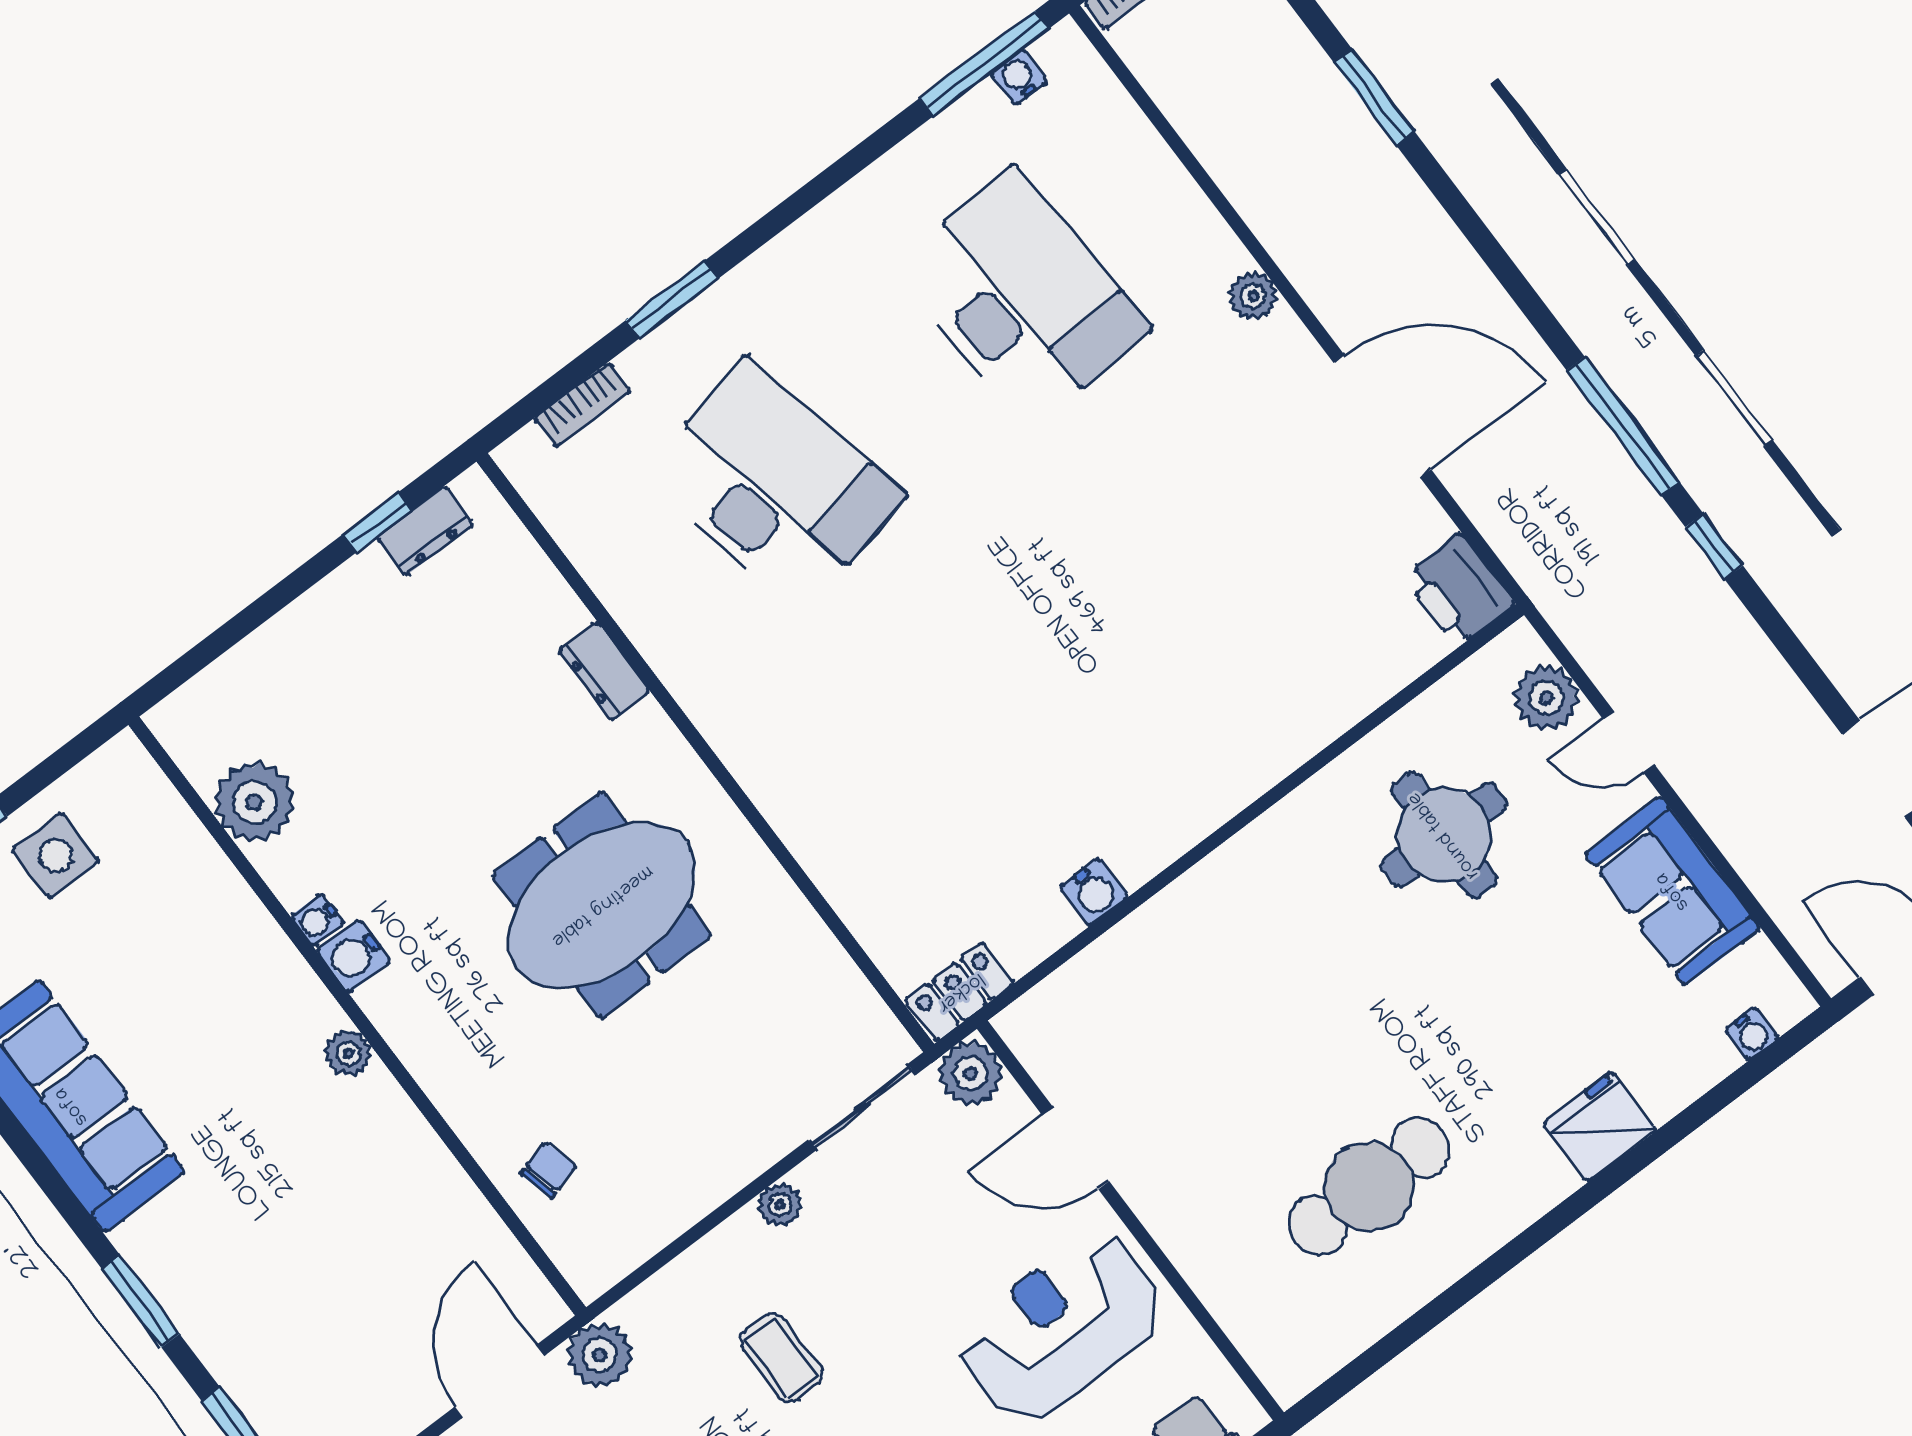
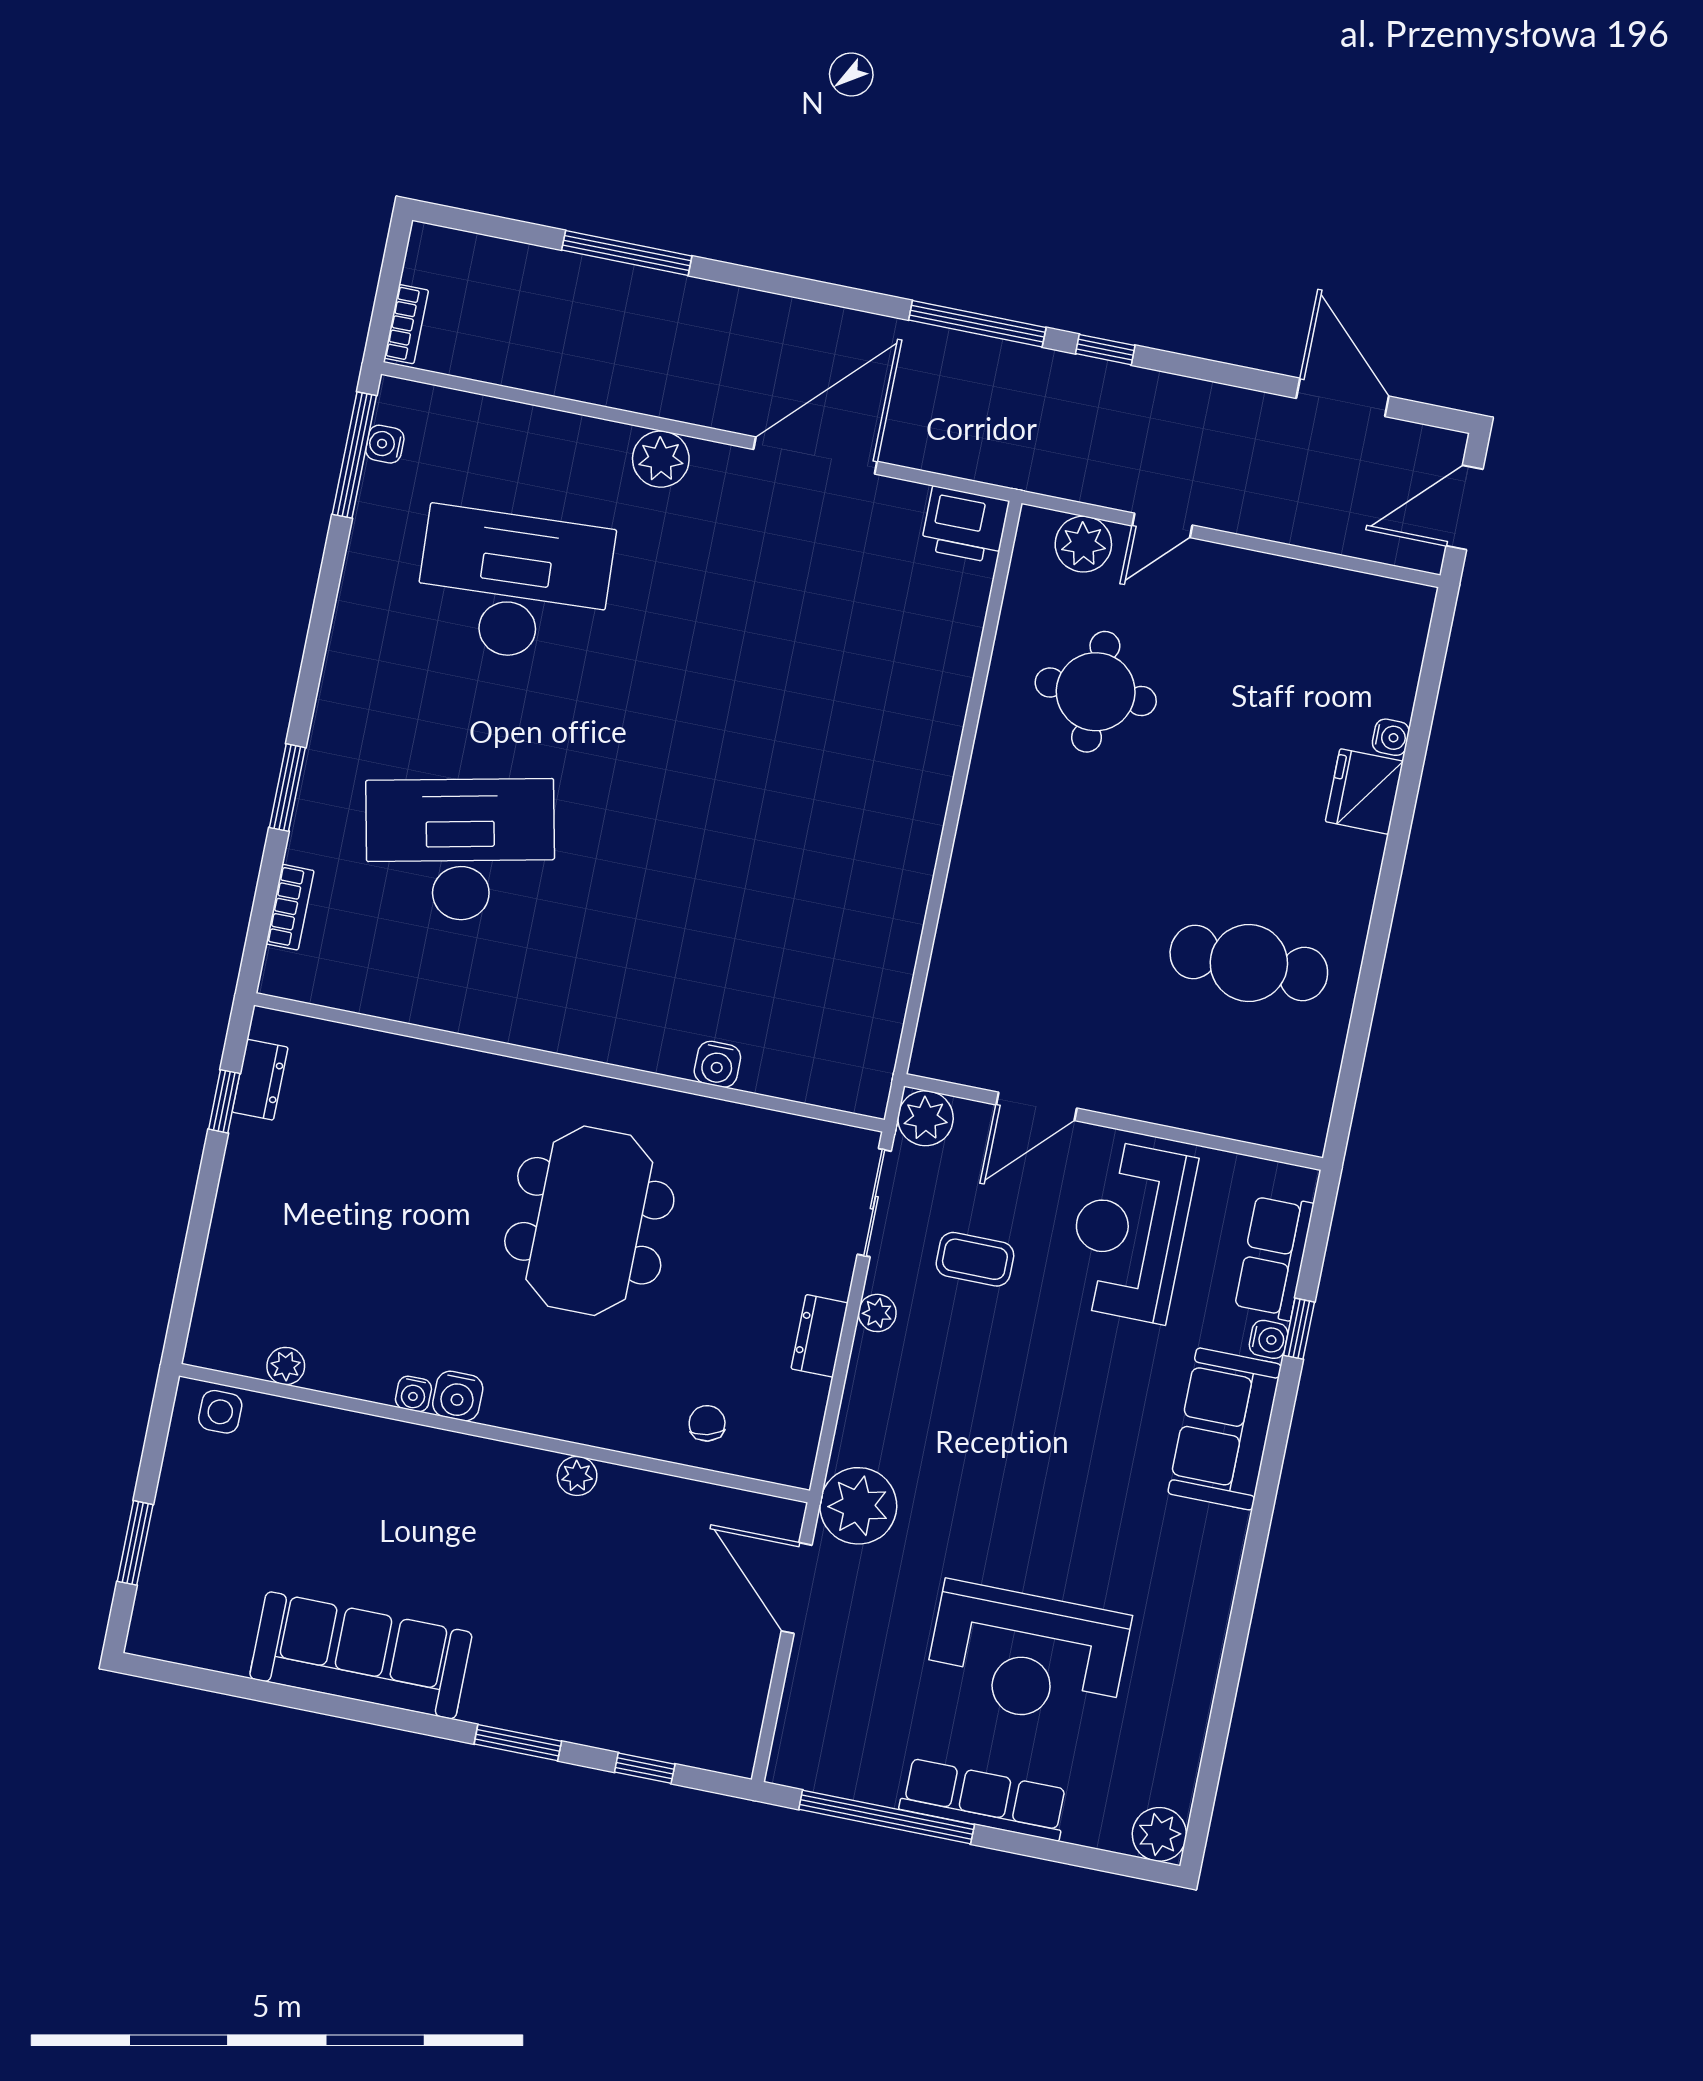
window: (1374, 97) -> (627, 253), width x1.44
plant: (1253, 296) -> (661, 459), width x1.38, depth x1.38
dresser: (604, 671) -> (820, 1336), moved, turned 90
plant: (255, 802) -> (286, 1366), width x0.53, depth x0.53
side table: (56, 855) -> (220, 1412), moved, width x0.73, depth x0.73
sofa: (1673, 891) -> (1276, 597), removed
water cooler: (1094, 892) -> (717, 1064), moved, turned 90
locker: (960, 992) -> (872, 1072), removed
water cooler: (1752, 1034) -> (1391, 737), moved
plant: (348, 1053) -> (577, 1476), moved
cafe table: (1369, 1187) -> (1249, 963), turned 90
plant: (600, 1355) -> (858, 1506), width x1.36, depth x1.36
coffee table: (781, 1358) -> (975, 1259), moved

